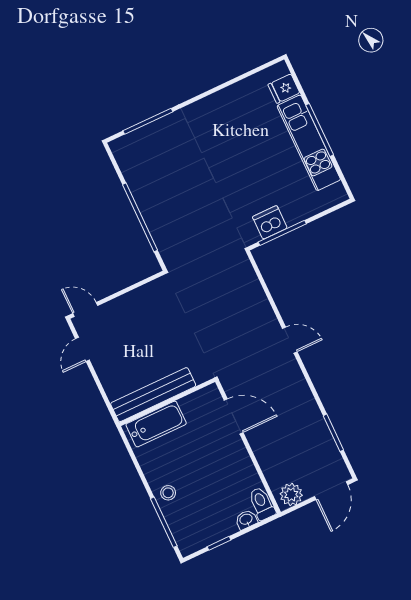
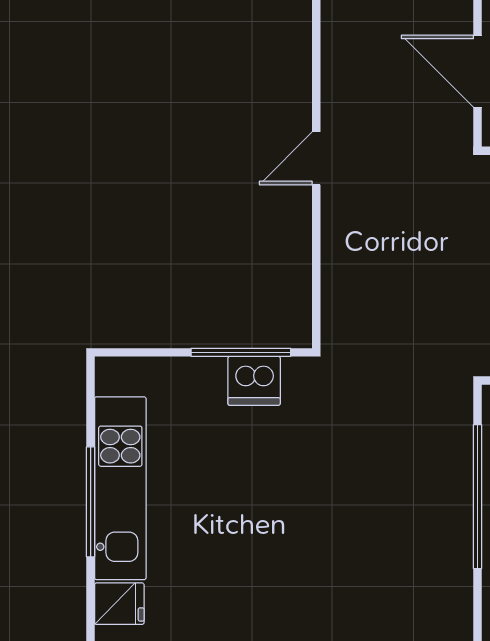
door: (290, 340) -> (316, 158), hinge flipped

